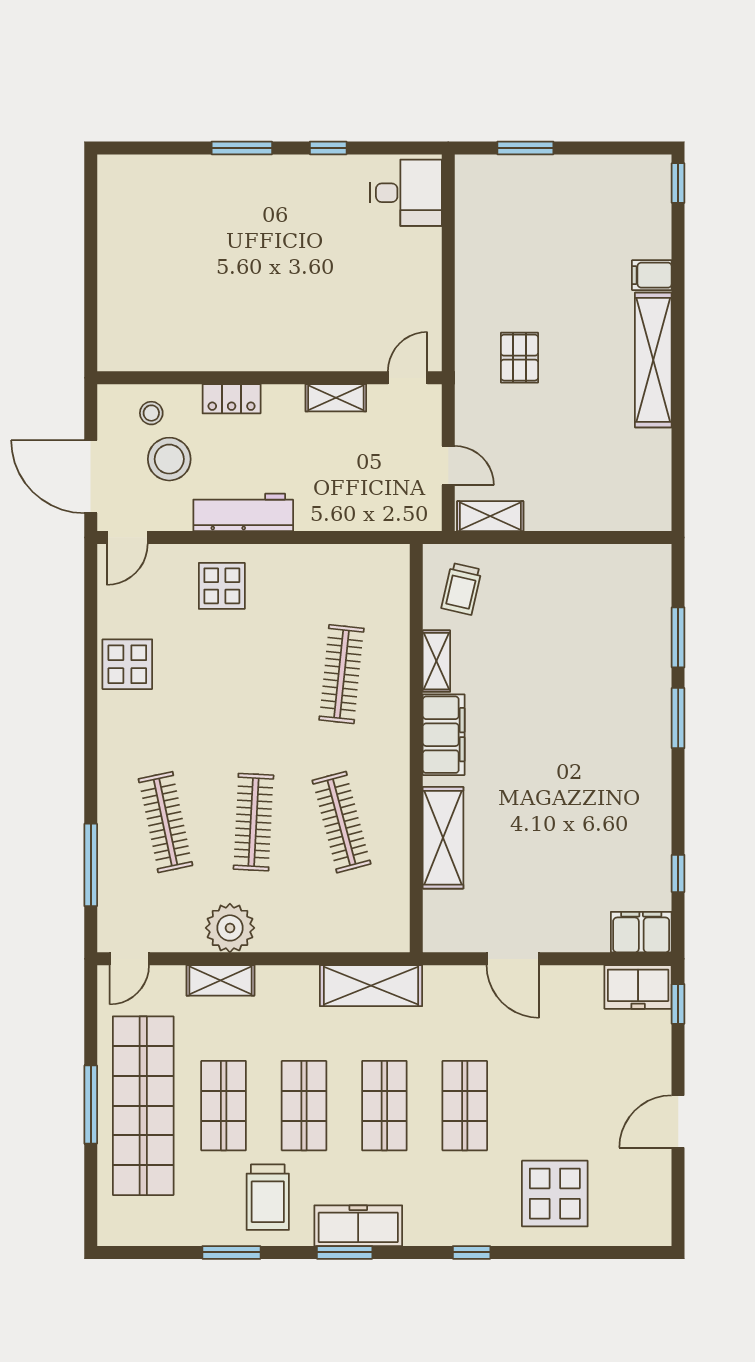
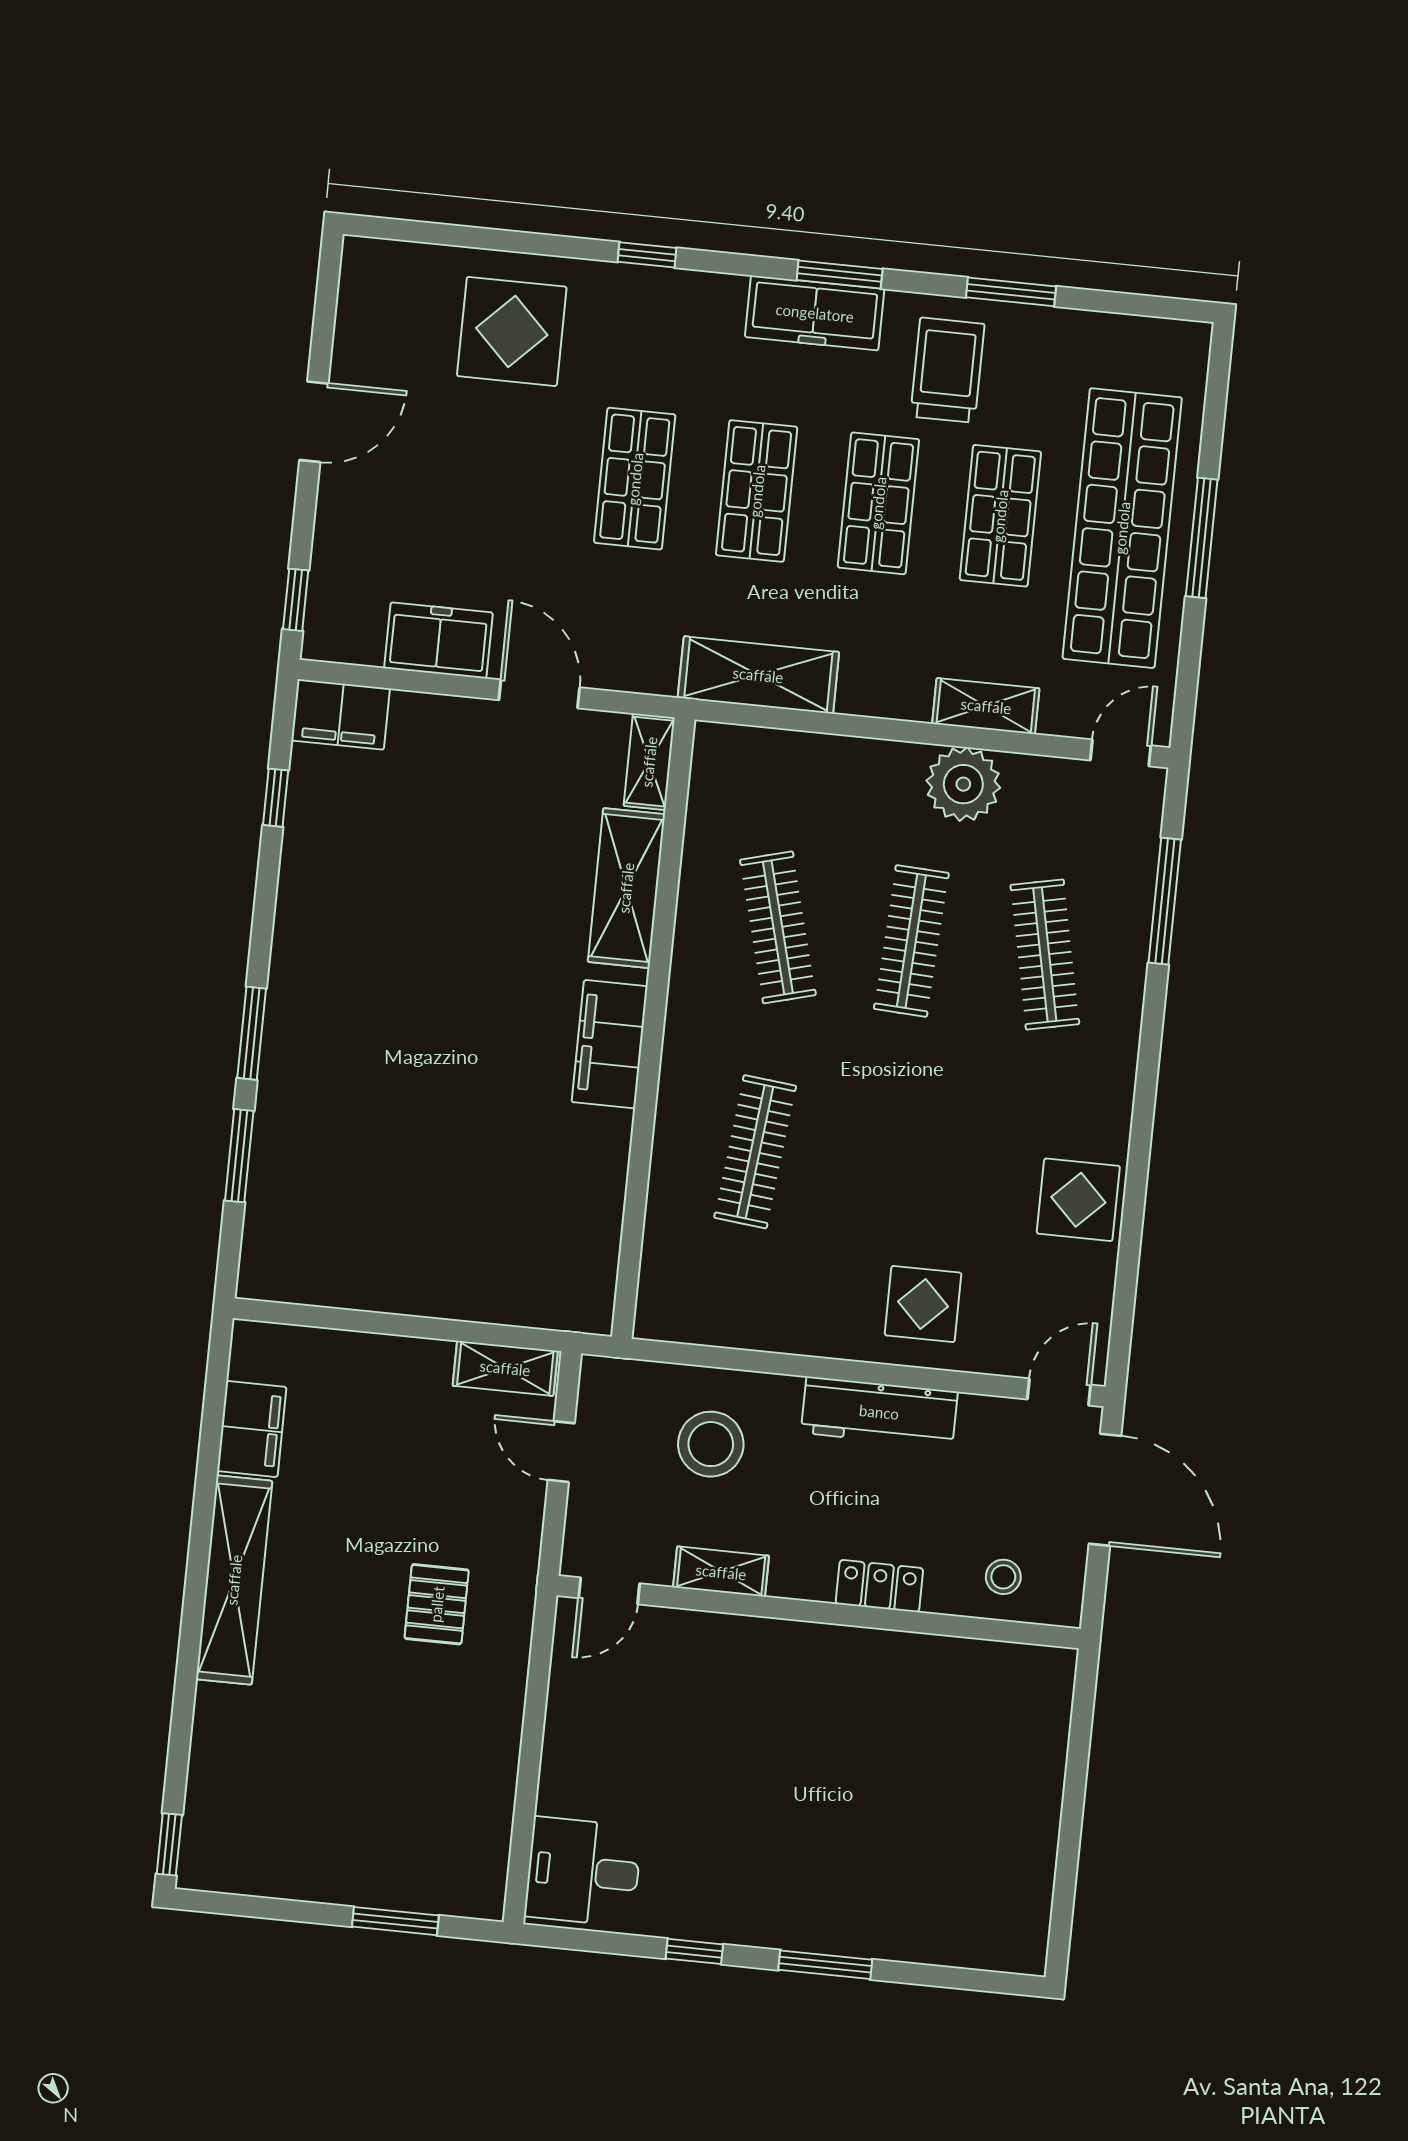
filing cabinet: (652, 275) -> (252, 1429), moved, width x2.00
stool: (169, 459) -> (711, 1444), moved
trolley: (461, 589) -> (560, 1263), removed
shelving: (436, 661) -> (649, 762), moved
freezer: (638, 987) -> (438, 640), moved

